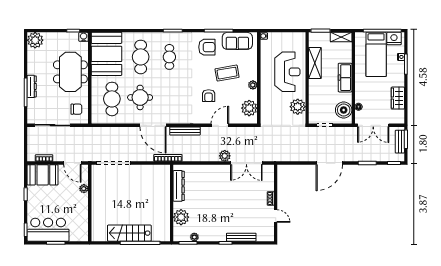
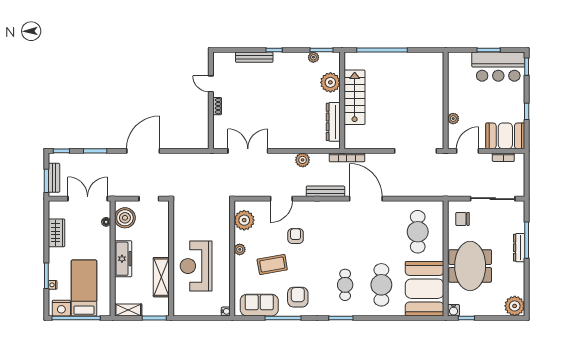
armchair: (207, 47) -> (298, 297), turned 90
round table: (140, 97) -> (382, 234), removed
plant: (298, 107) -> (183, 222), removed
plant: (225, 156) -> (303, 160), moved
door: (72, 163) -> (468, 151), hinge flipped
stairs: (129, 233) -> (355, 97), moved, turned -90

